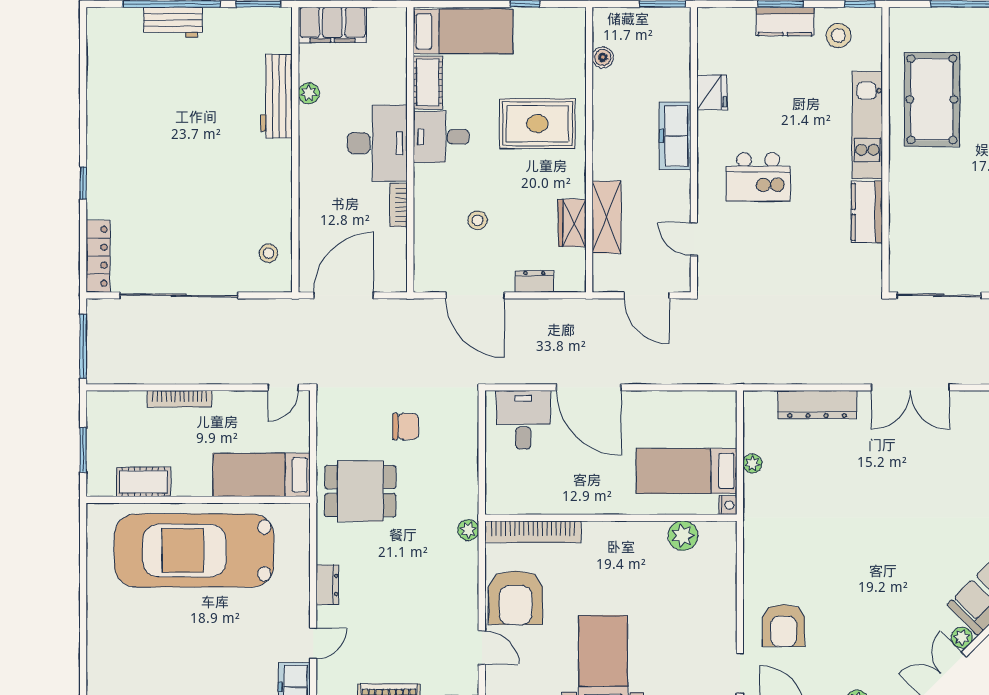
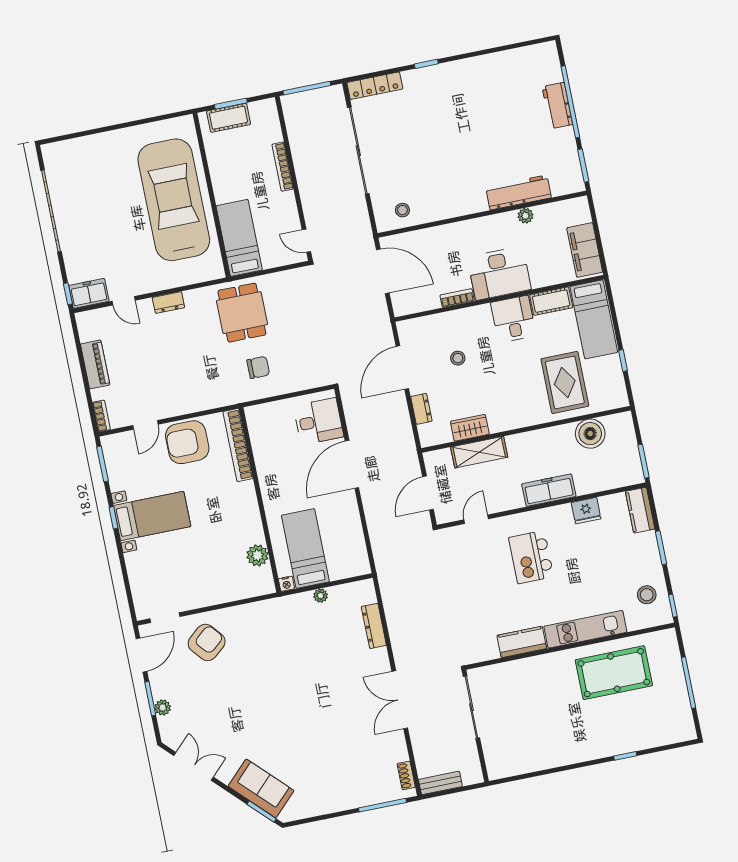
kitchen counter: (785, 21) -> (640, 510), moved
filing cabinet: (332, 25) -> (585, 250), moved
boiler: (603, 57) -> (590, 434), width x1.86, depth x1.86
rug: (537, 124) -> (565, 382), moved
dresser: (817, 405) -> (374, 626), width x0.73, depth x0.80
chair: (406, 426) -> (258, 367), moved, turned -90
cot: (143, 482) -> (229, 118), moved, turned 90
plant: (468, 530) -> (230, 397), removed
armchair: (784, 626) -> (207, 642), turned 140
plant: (962, 638) -> (224, 775), removed

